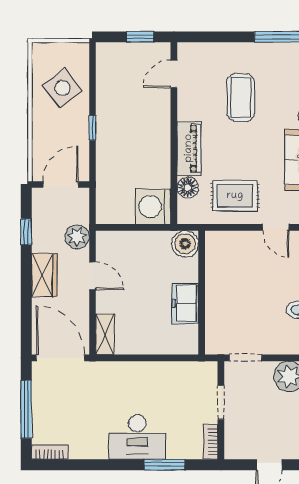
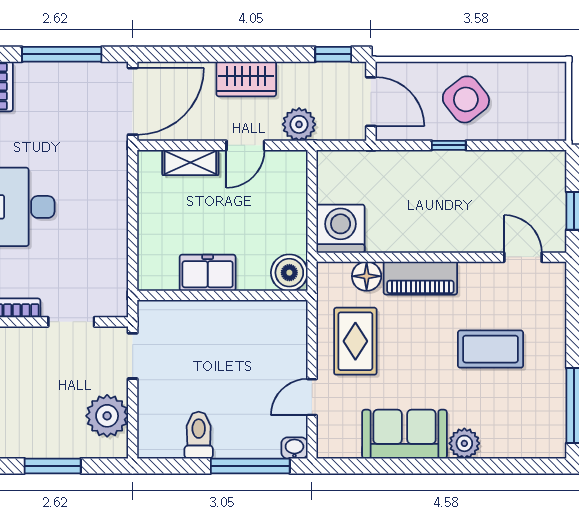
side table: (62, 88) -> (466, 99), moved
window: (26, 232) -> (333, 54), moved
shelving: (105, 334) -> (190, 162), moved

